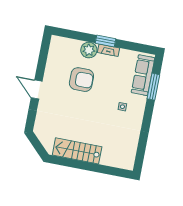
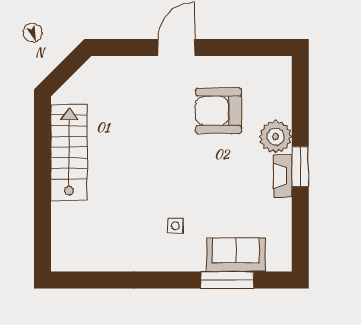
sofa: (143, 75) -> (236, 255), width x0.73
armchair: (81, 80) -> (219, 111), moved, turned 90

